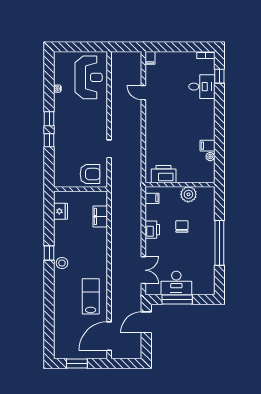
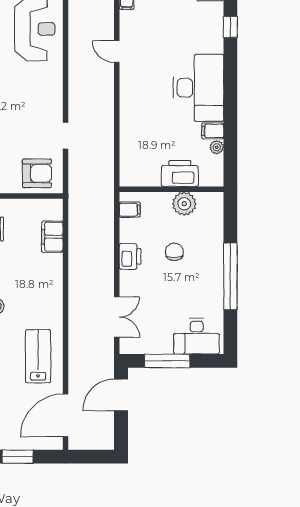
desk: (202, 87) -> (198, 88), moved, width x1.87, depth x1.30
printer: (164, 174) -> (180, 173), moved
desk: (176, 283) -> (197, 336), moved

